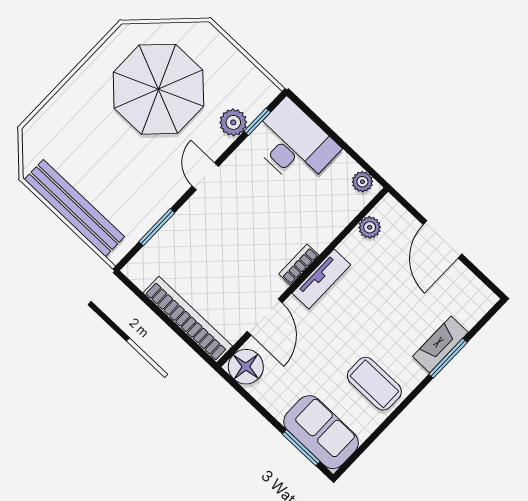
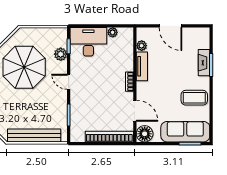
plant: (362, 182) -> (113, 32), moved
tv unit: (321, 279) -> (142, 66), moved
sofa: (321, 432) -> (185, 132), width x1.36

